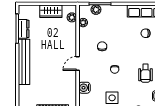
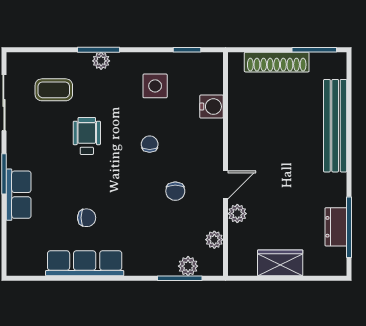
plant: (72, 17) -> (237, 214), moved
bench: (24, 62) -> (335, 126), moved
door: (78, 63) -> (225, 185), moved

